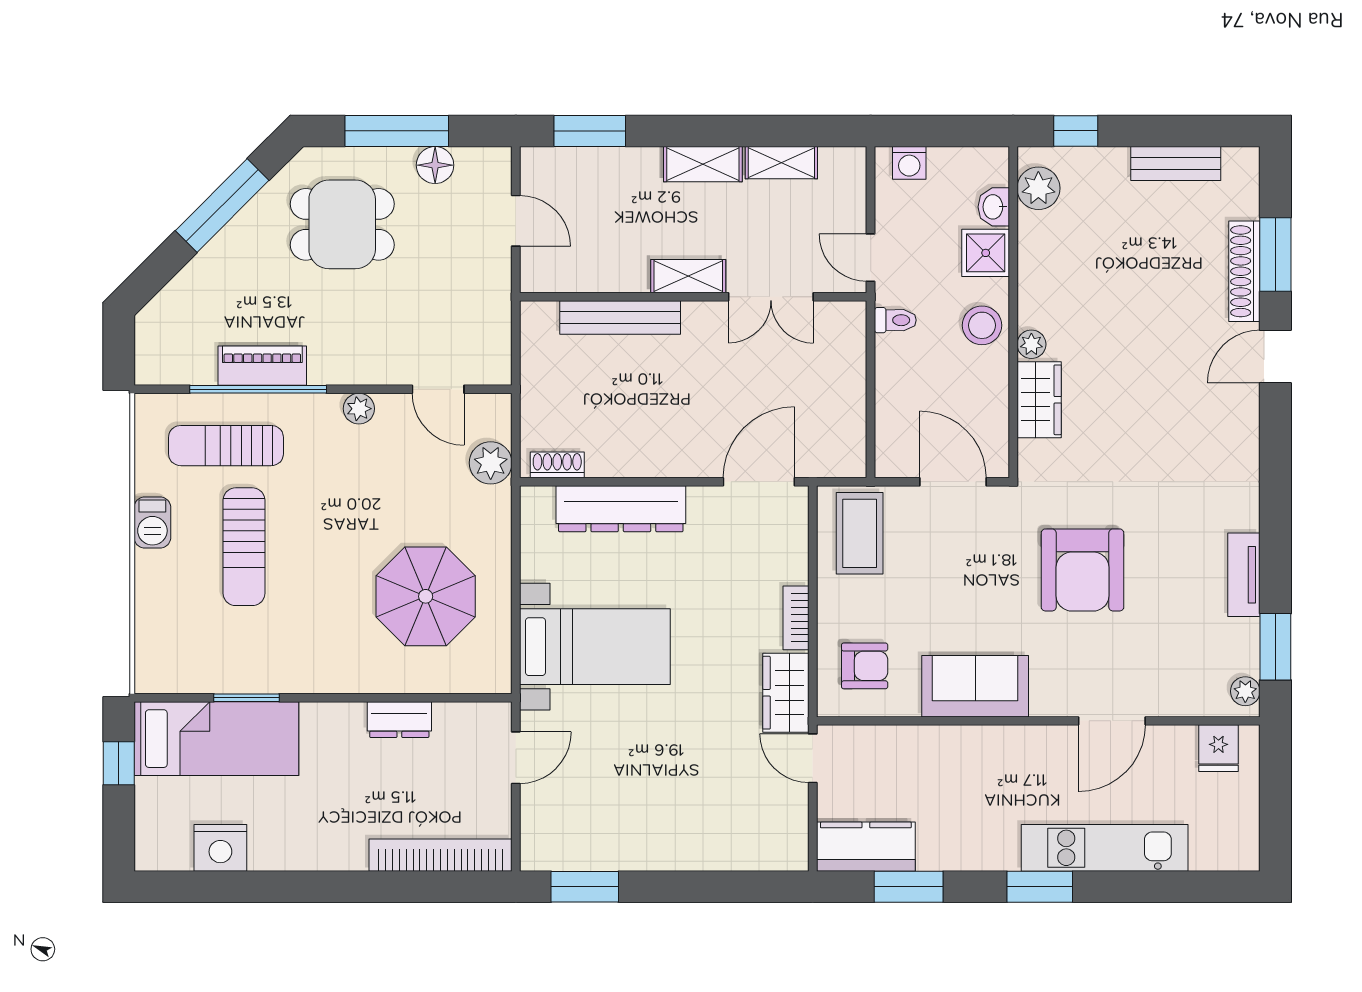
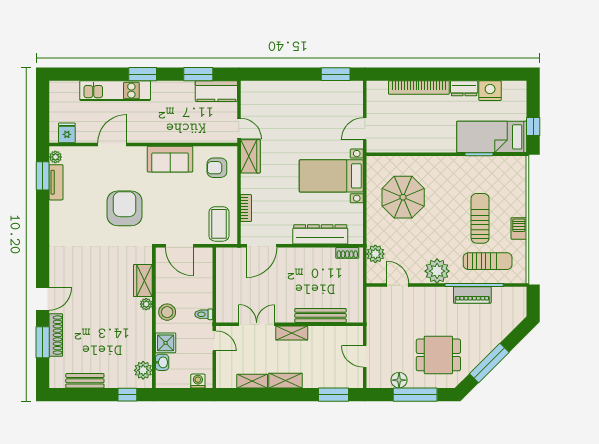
plant: (359, 409) -> (437, 271), width x1.88, depth x1.88
tv unit: (1244, 575) -> (56, 182), moved
bookcase: (796, 618) -> (246, 208), moved
dresser: (399, 720) -> (464, 88), moved, turned 180
bookcase: (441, 855) -> (419, 88), moved

